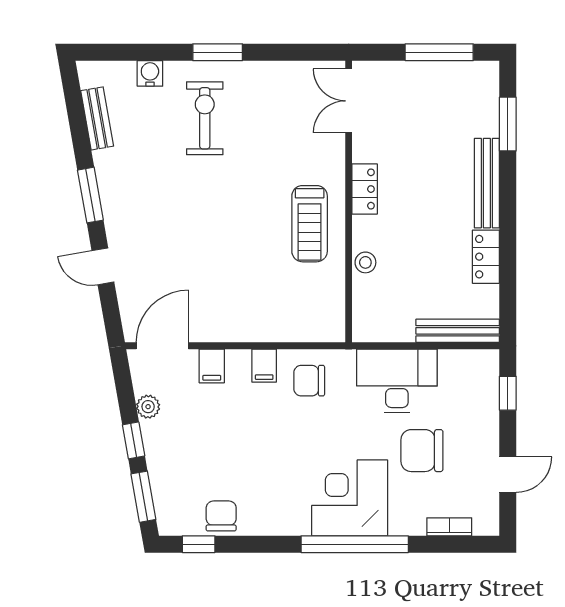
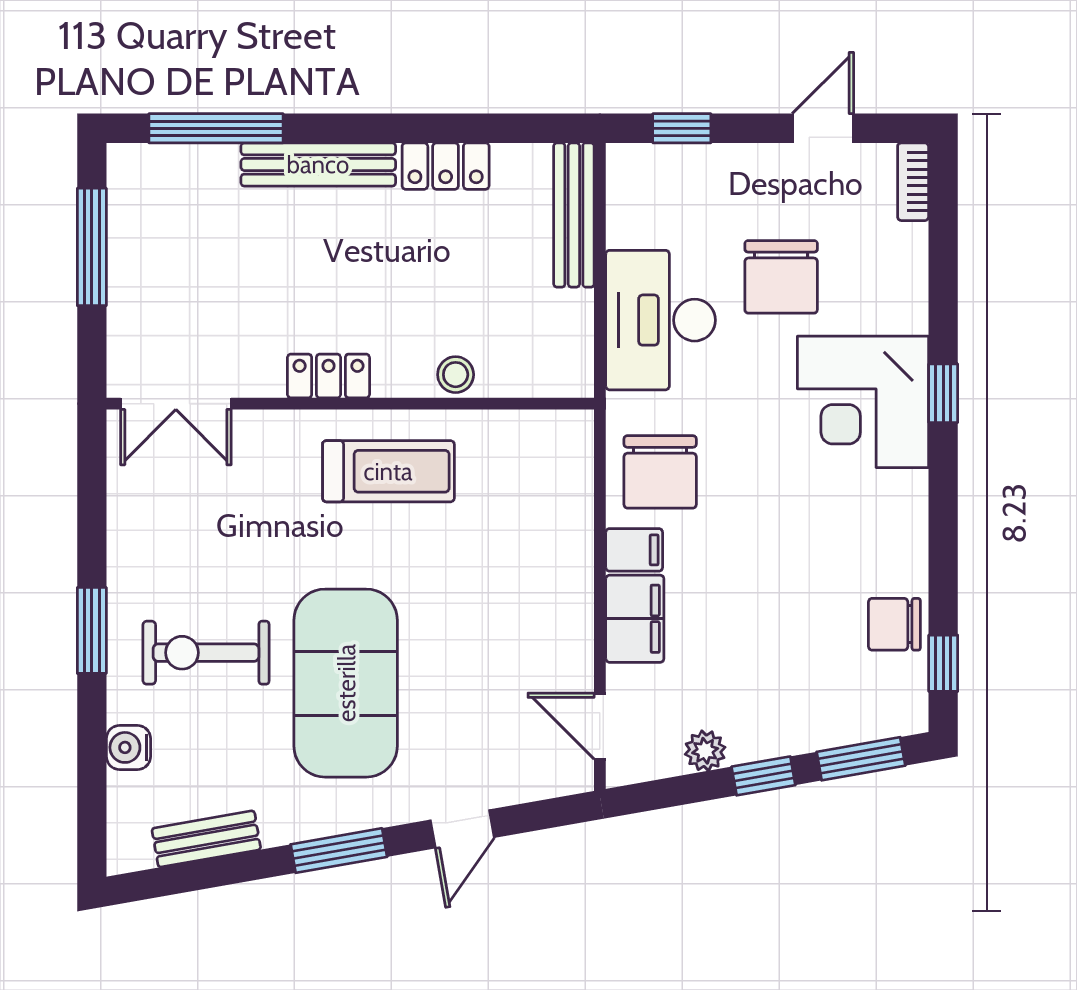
window: (508, 124) -> (216, 128), width x1.44
exercise mat: (187, 199) -> (346, 683), added
door: (162, 346) -> (600, 726), width x0.73
filing cabinet: (212, 366) -> (635, 619), width x2.00
chair: (309, 381) -> (660, 472), width x1.37, depth x1.37
door: (508, 475) -> (823, 128), hinge flipped
bookcase: (449, 527) -> (913, 182), moved
window: (355, 544) -> (943, 393), width x0.32

